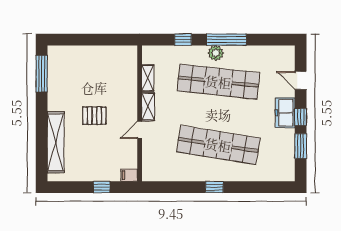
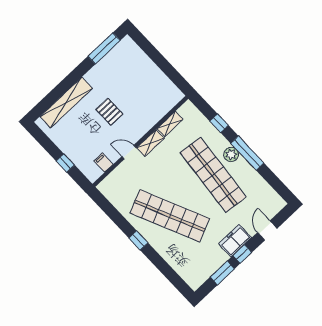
shop shelf: (218, 145) -> (170, 216), turned -33
filing cabinet: (129, 175) -> (104, 163), moved

